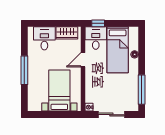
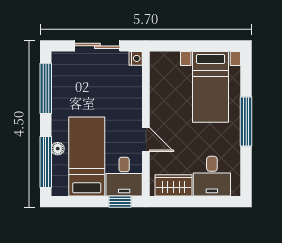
window: (142, 47) -> (46, 162), added
door: (83, 60) -> (146, 140), hinge flipped
bed with nightstands: (59, 91) -> (211, 87), moved

